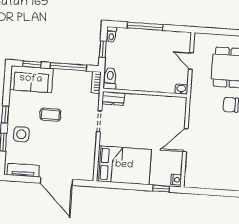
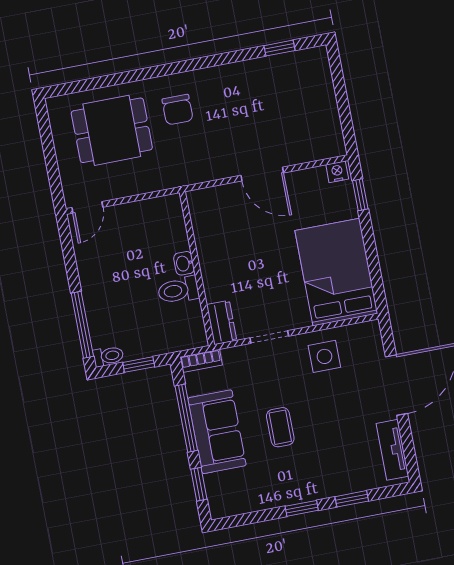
window: (145, 26) -> (82, 325), moved
door: (191, 61) -> (87, 207), moved
toilet: (110, 78) -> (178, 290), moved
sofa: (31, 79) -> (217, 432), moved
washbasin: (181, 89) -> (184, 263), moved
side table: (21, 134) -> (324, 356), moved

